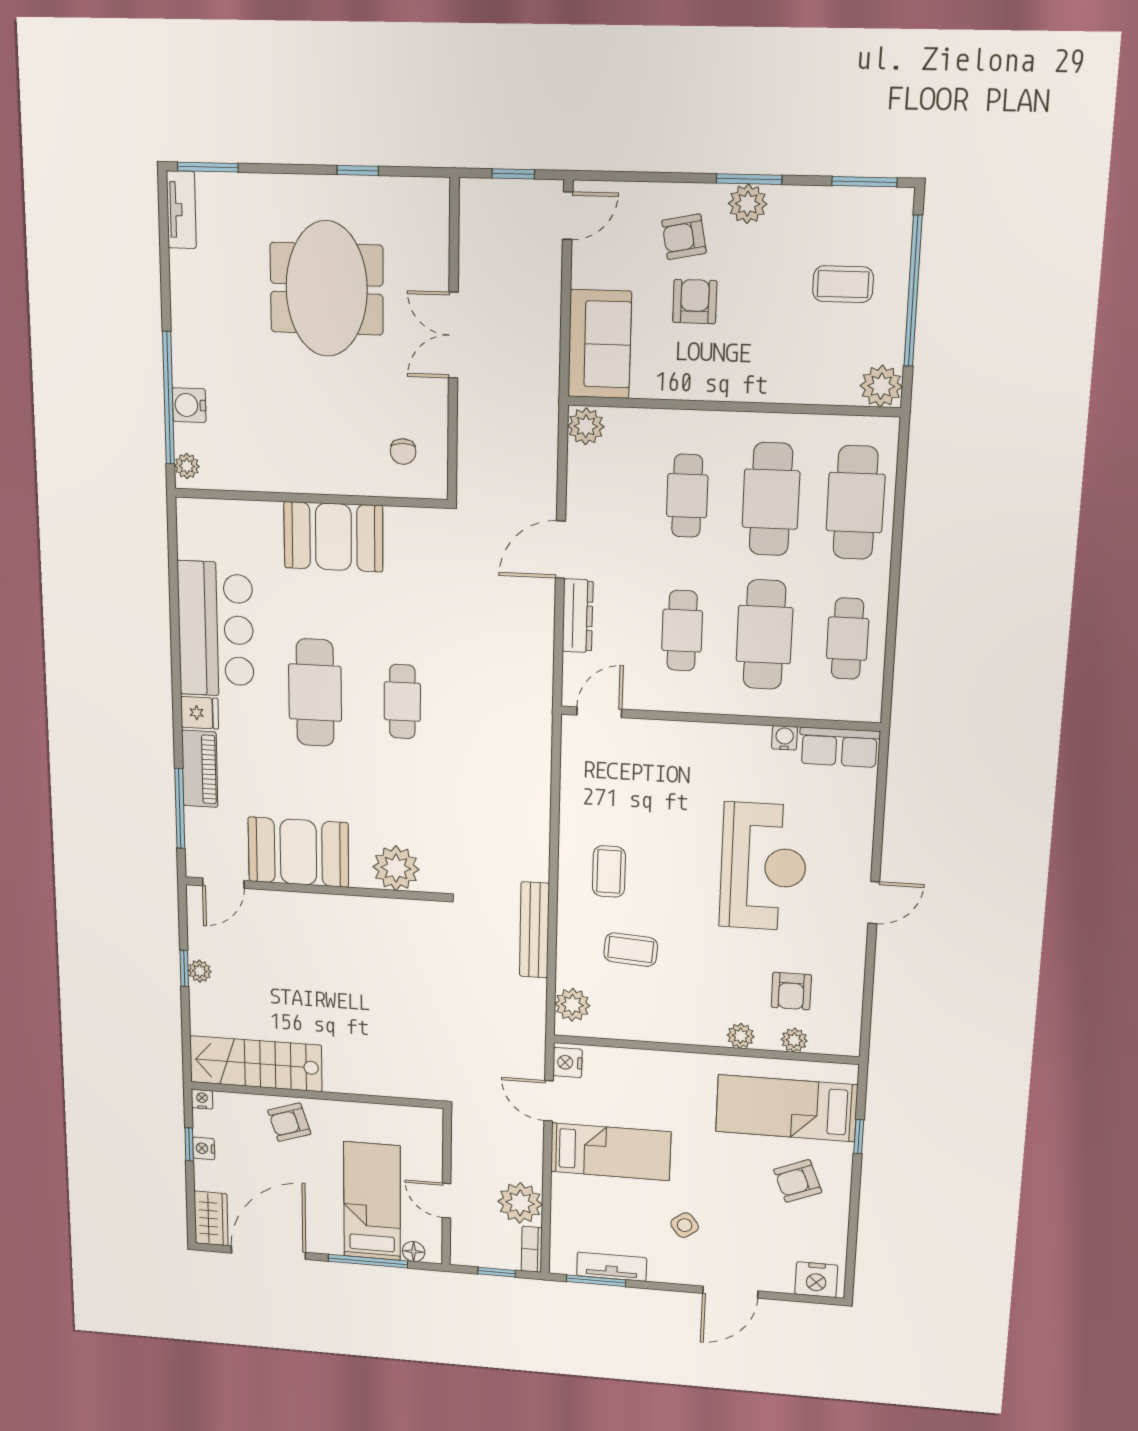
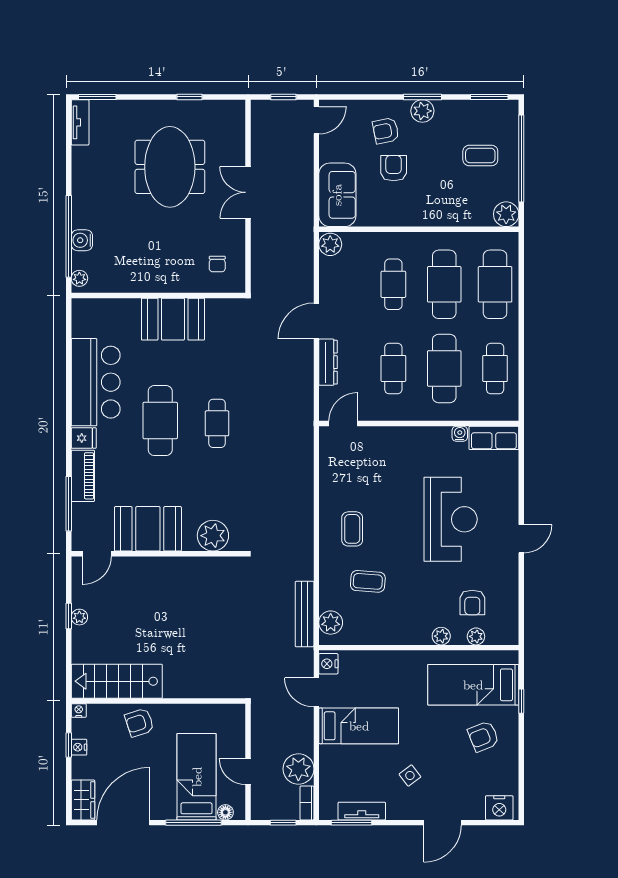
bench: (534, 930) -> (305, 614), moved

